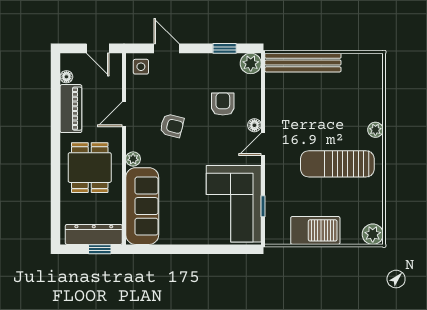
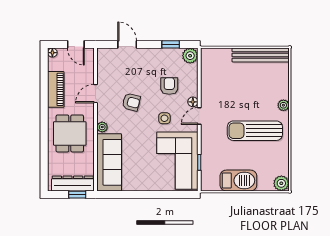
bench: (303, 63) -> (261, 55), moved
side table: (141, 67) -> (164, 118), moved
floor lamp: (66, 77) -> (52, 53), moved

